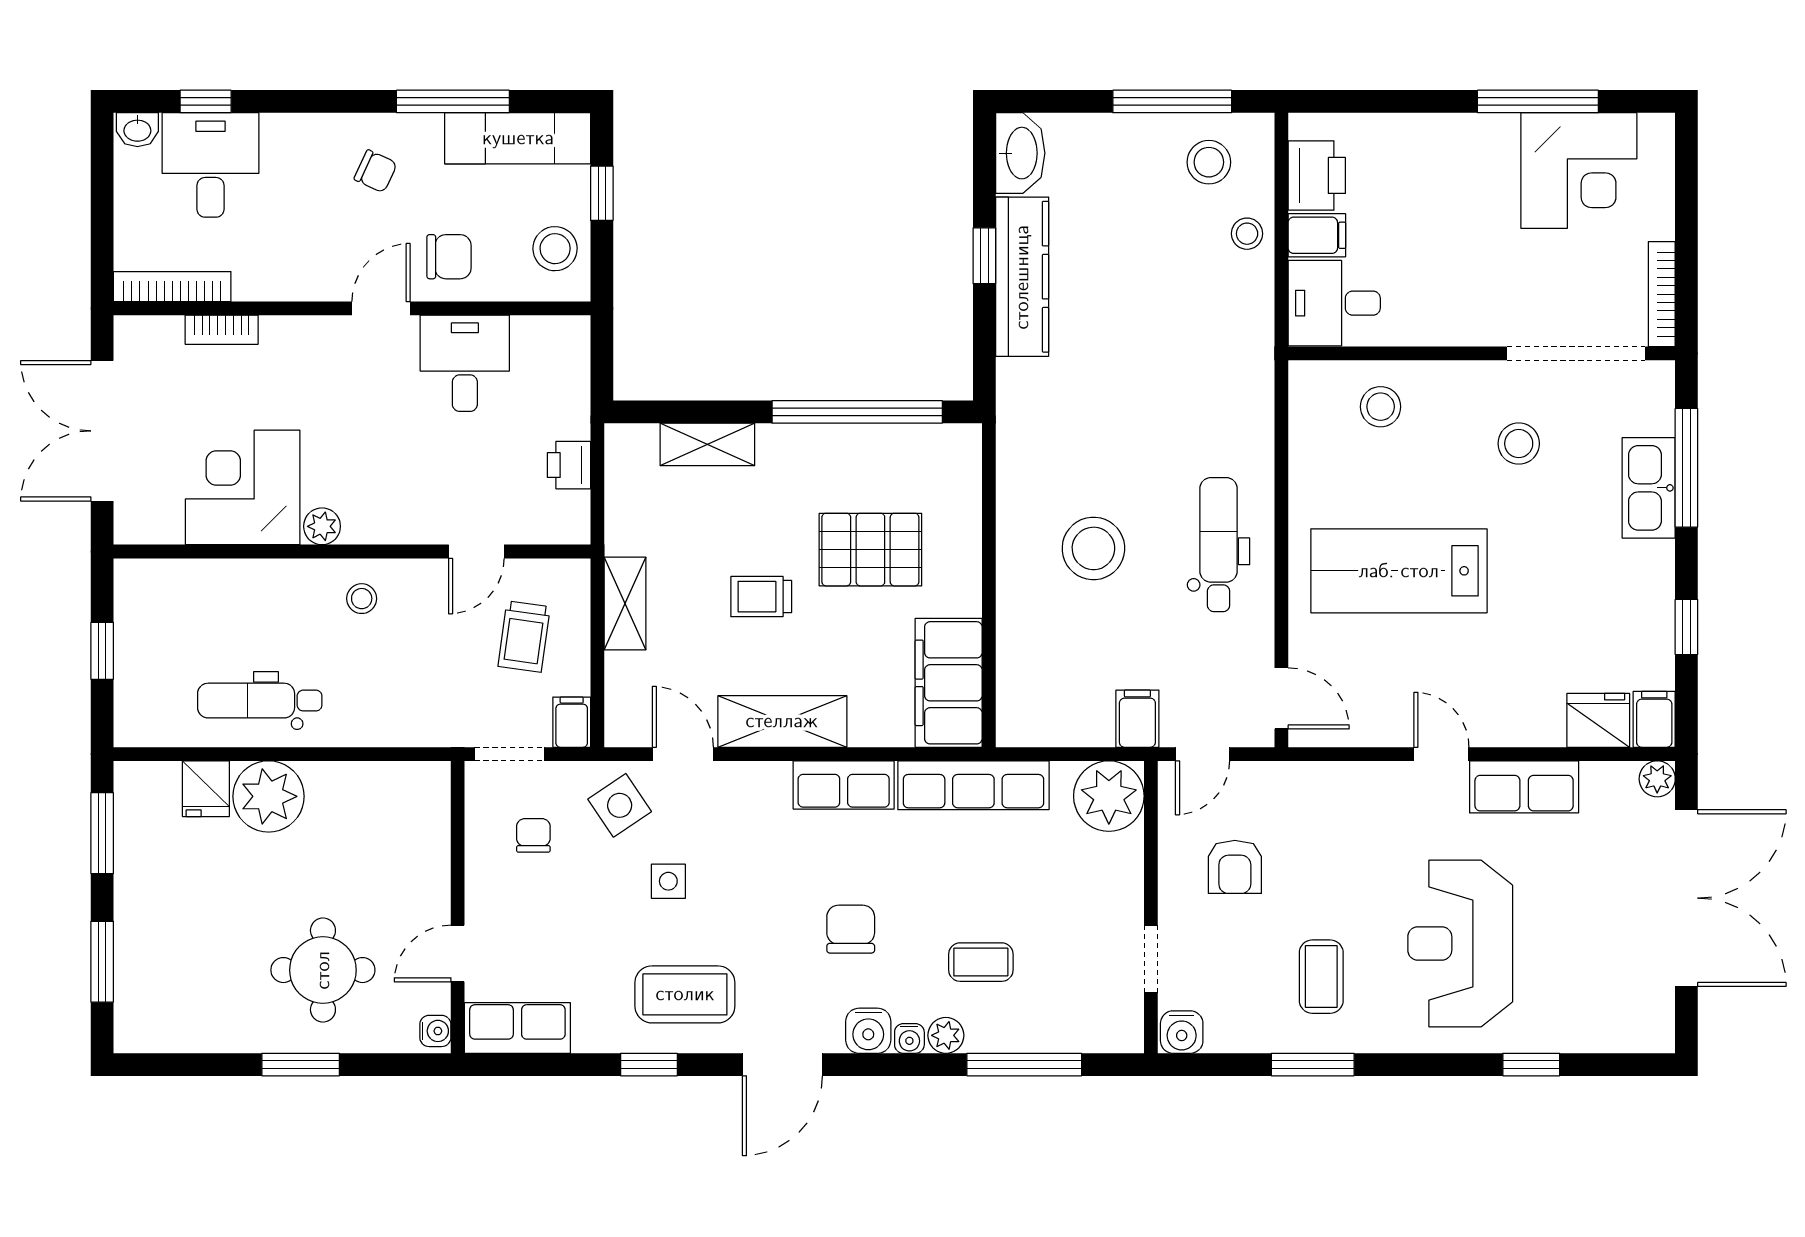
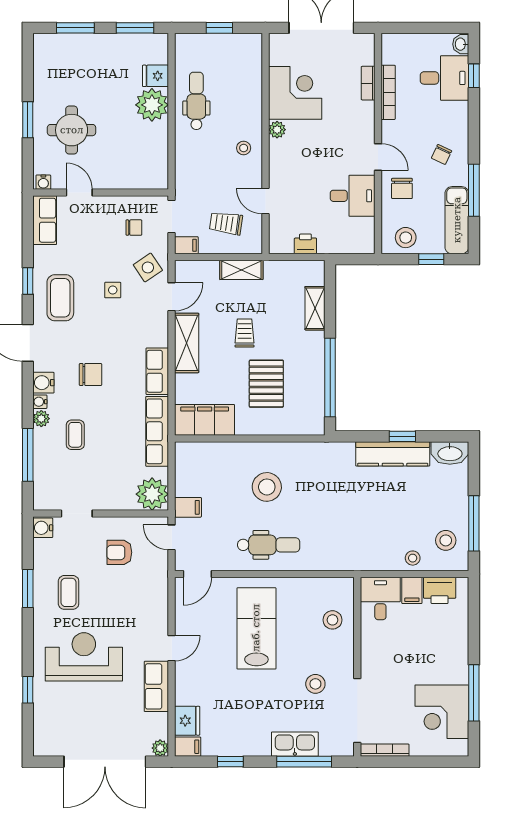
bookcase: (172, 287) -> (388, 92), moved
coffee table: (1321, 977) -> (69, 592), turned 90

